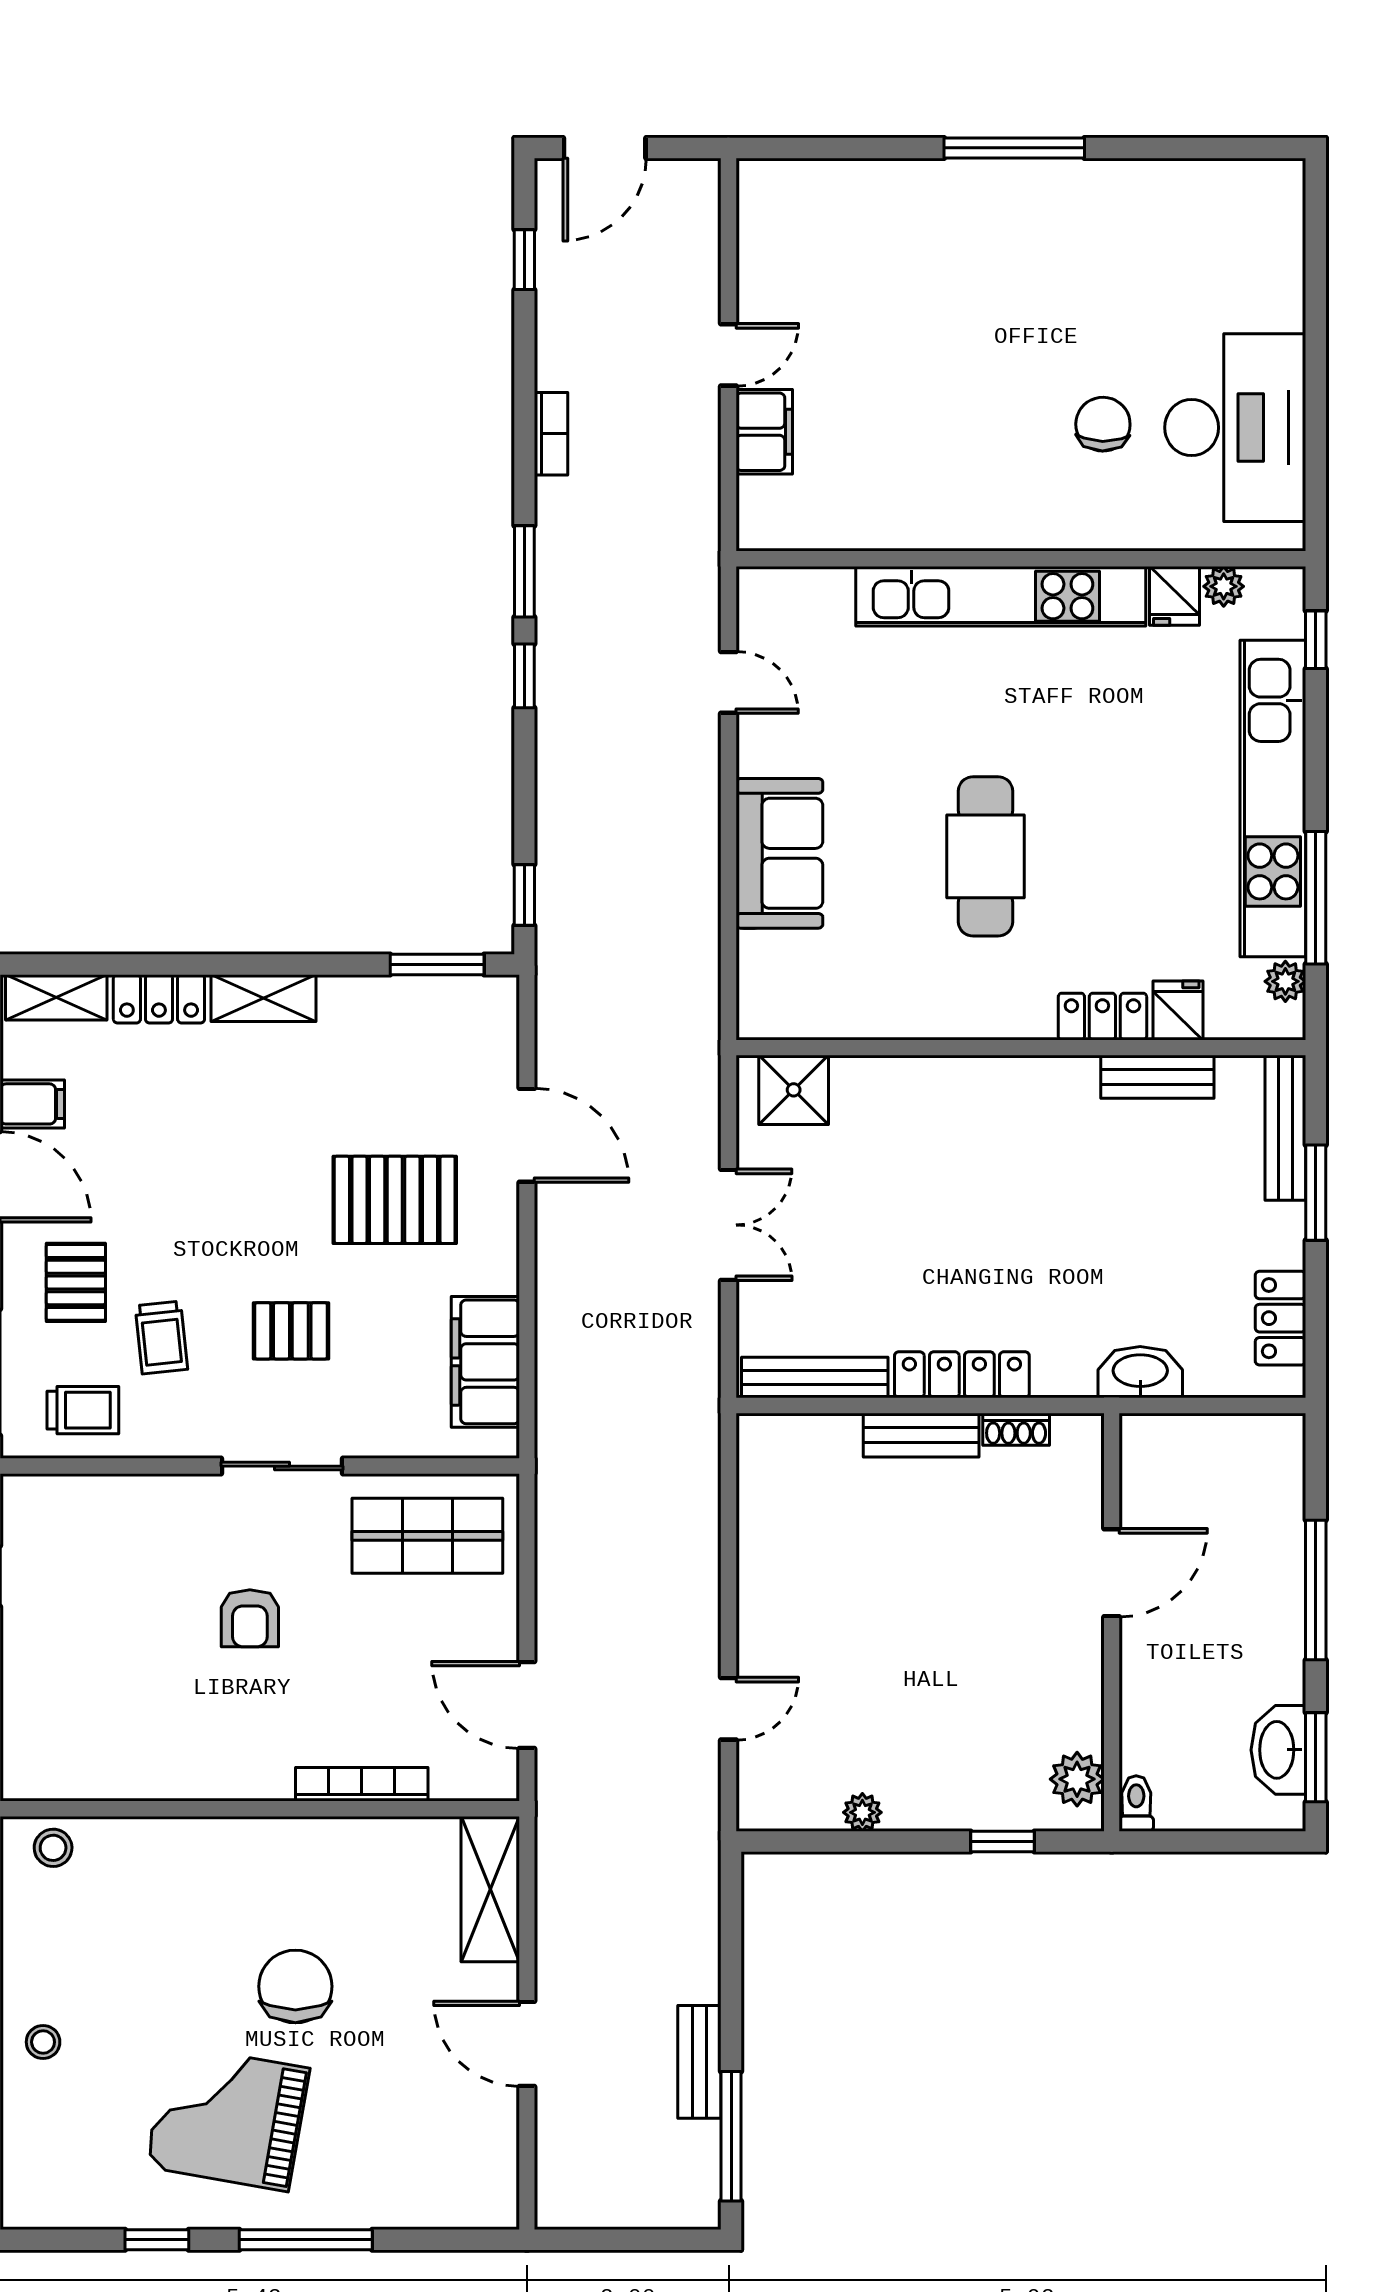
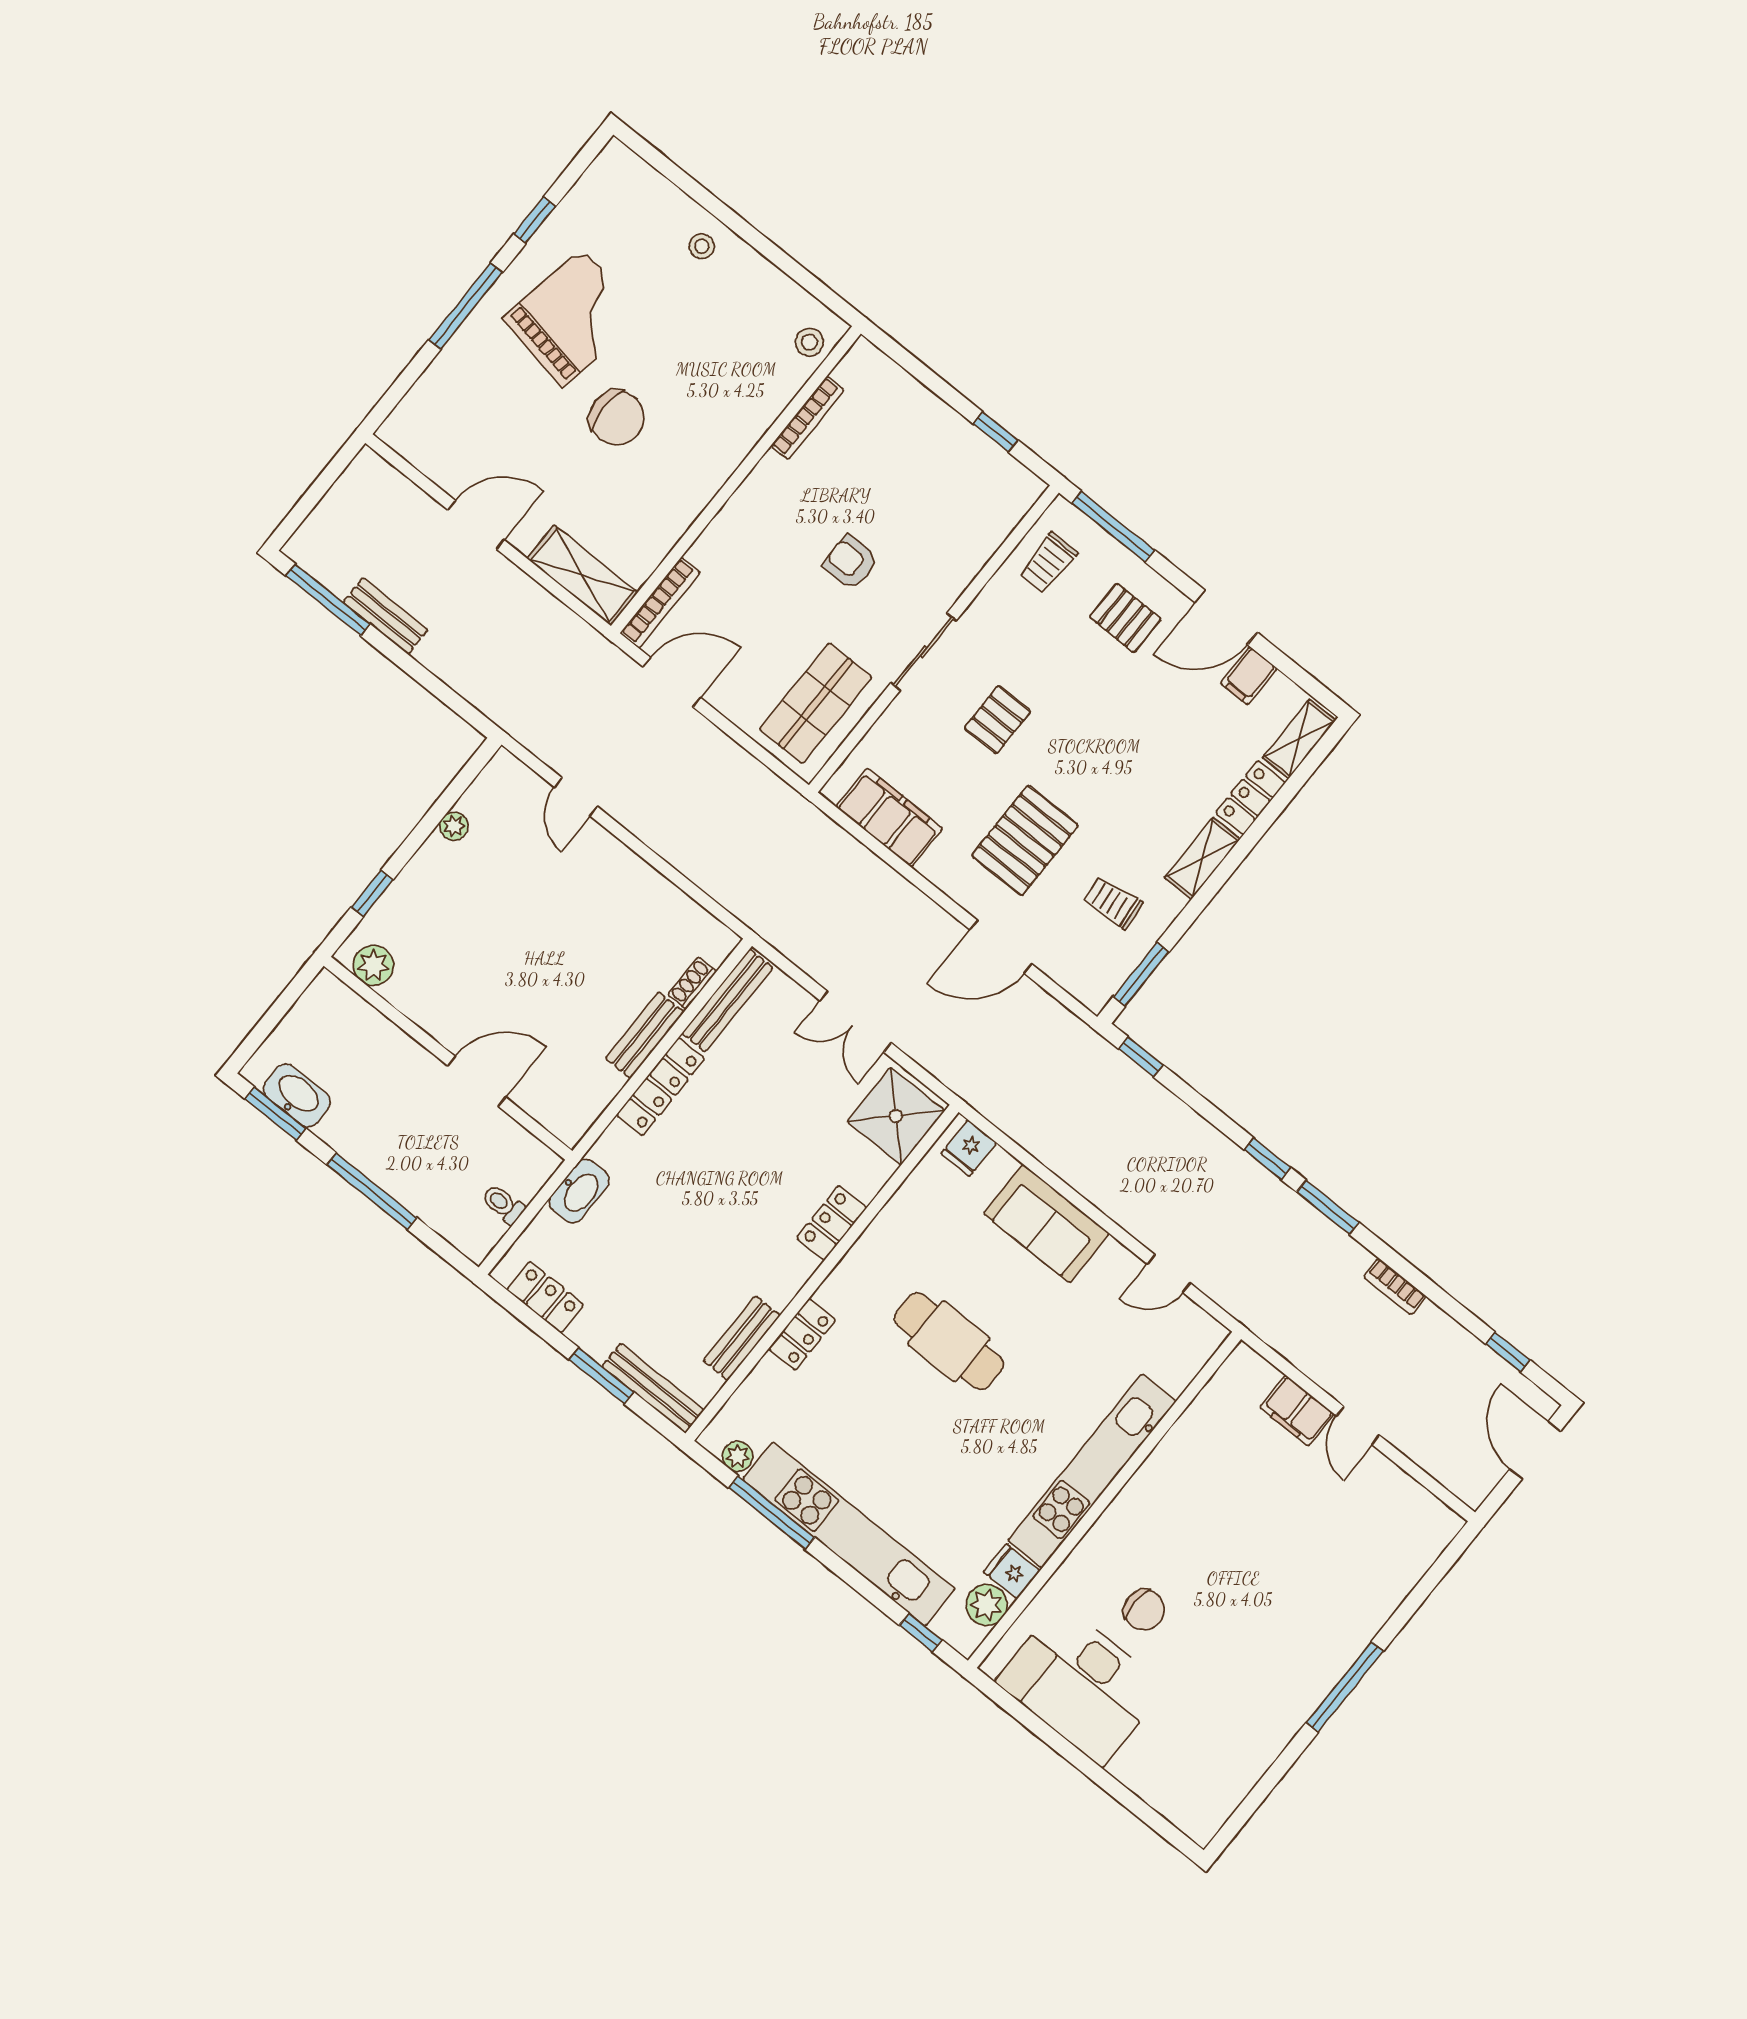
plant: (1224, 586) -> (987, 1605), width x1.38, depth x1.38
fridge: (1178, 1010) -> (969, 1148), moved, turned 90
locker: (960, 1080) -> (832, 1223), added
shower: (794, 1090) -> (896, 1116), width x1.36, depth x1.36
trolley: (161, 1337) -> (1113, 903), moved
shoe rack: (1016, 1429) -> (692, 983), moved
door: (1112, 1573) -> (477, 1081), swing flipped
bookcase: (362, 1784) -> (660, 603), moved
bookcase: (134, 1786) -> (807, 418), added
toilet: (1136, 1804) -> (503, 1204), moved, turned 180

